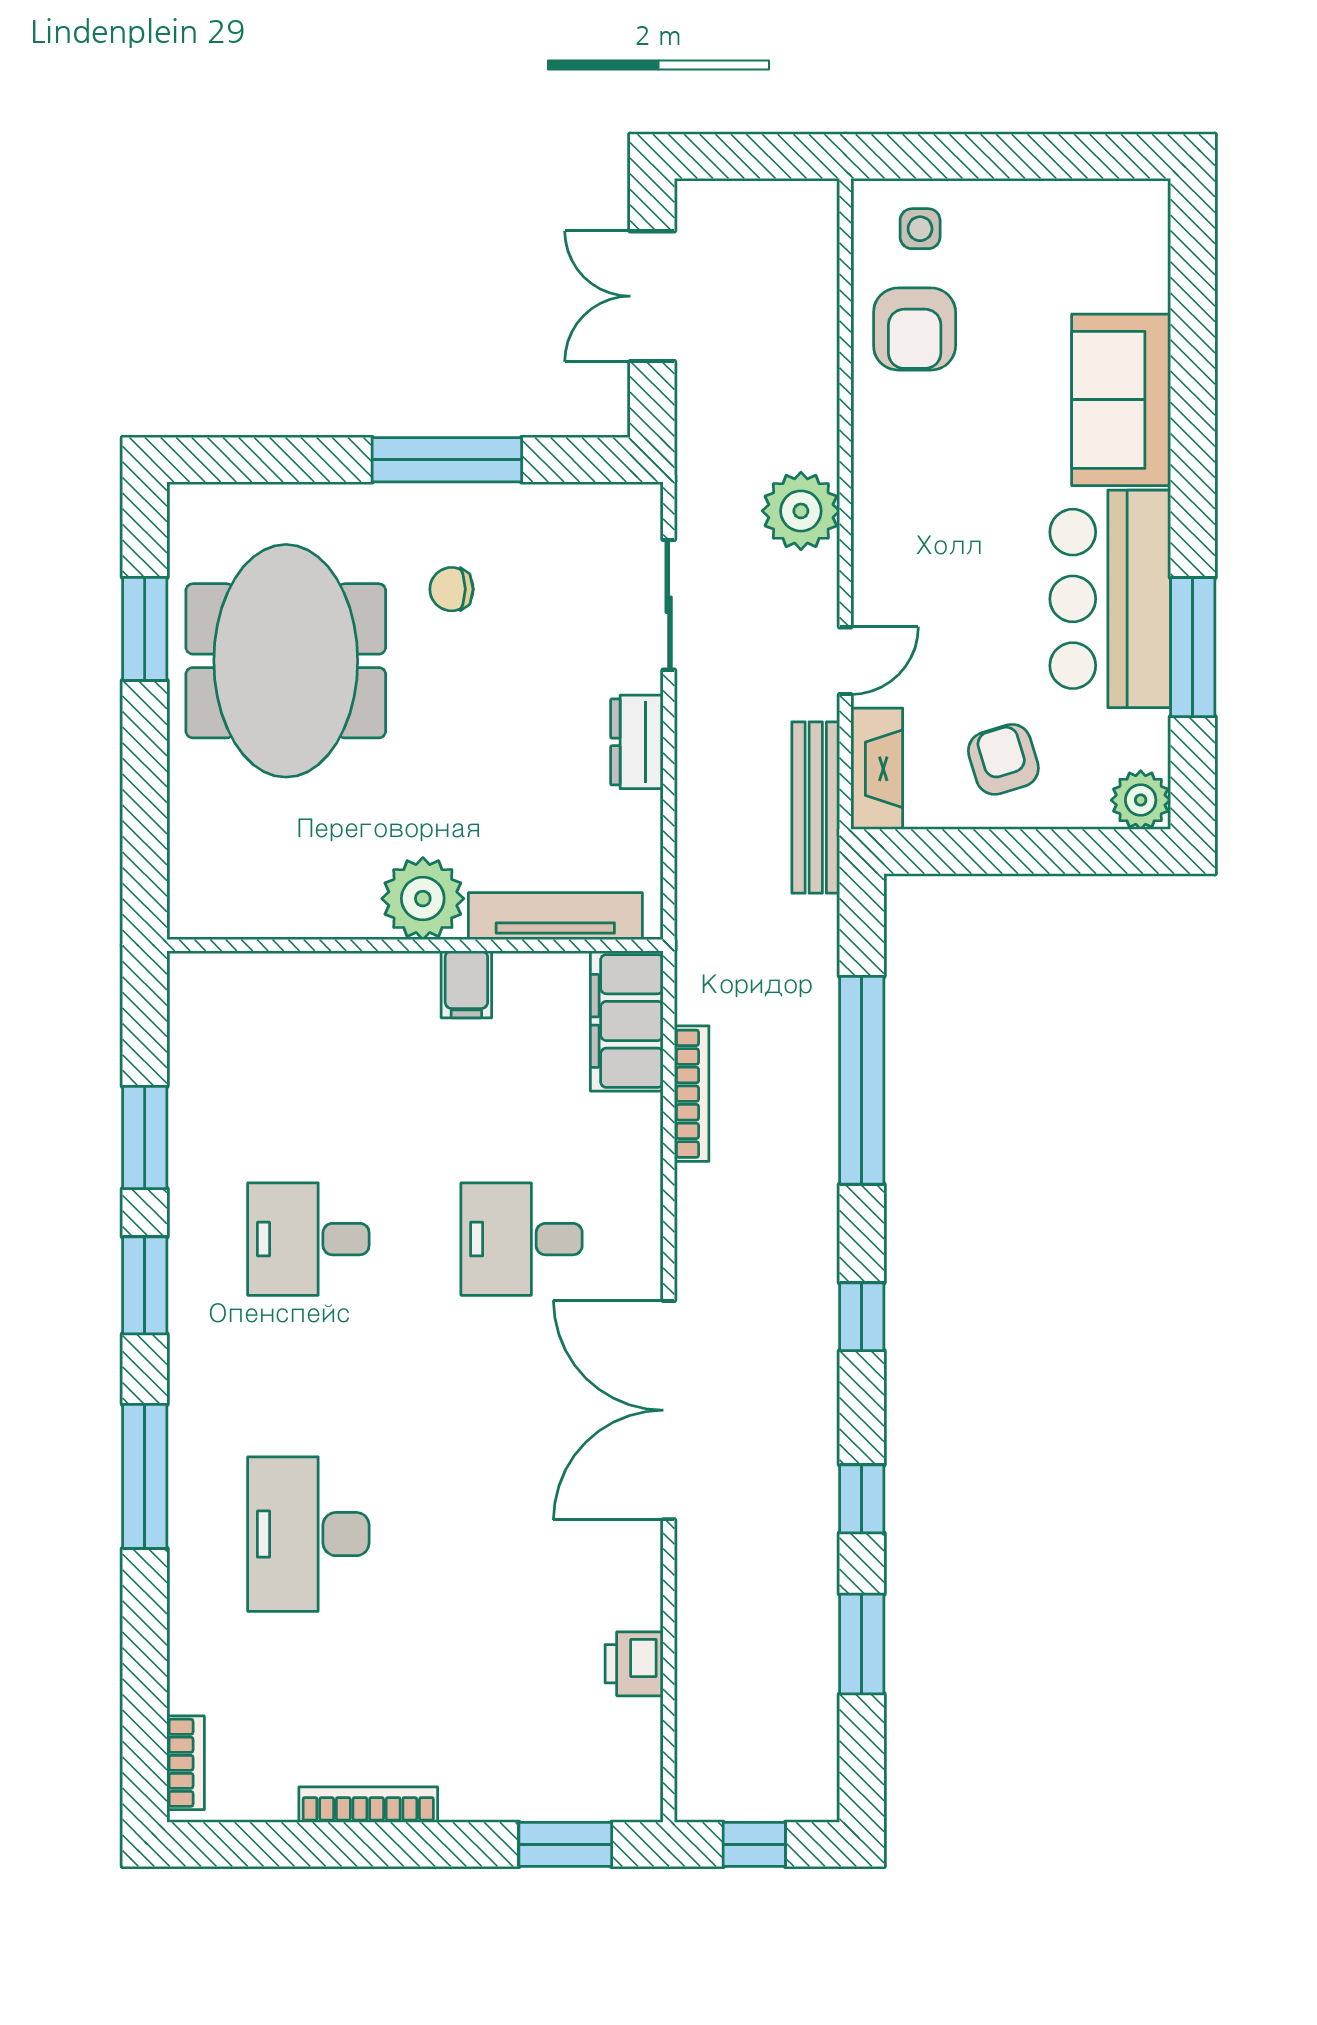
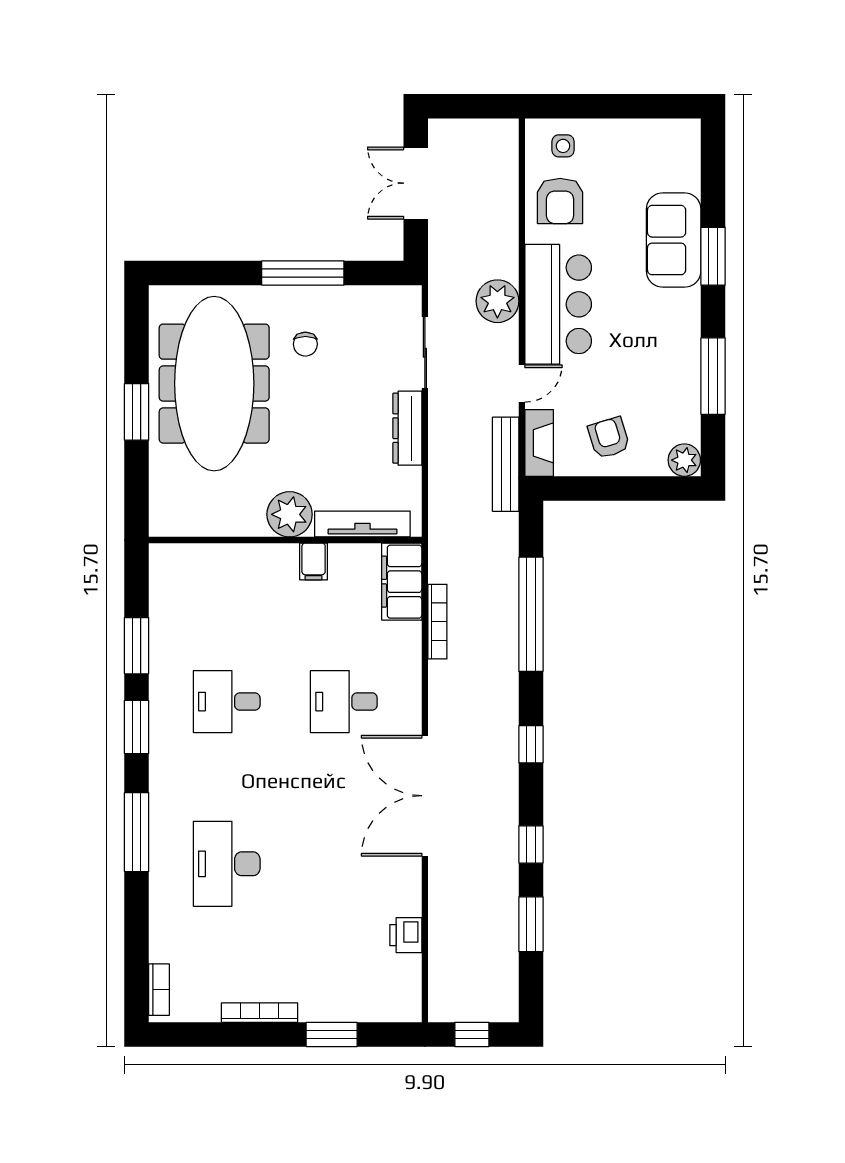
window: (1193, 429) -> (713, 256), added
chair: (452, 589) -> (305, 344), turned -90
bar counter: (1110, 599) -> (558, 304), moved, turned 180
window: (145, 629) -> (137, 412), moved
meeting table: (286, 661) -> (214, 384), width x1.36
dresser: (637, 742) -> (407, 428), width x1.44
window: (565, 1844) -> (332, 1034), moved

